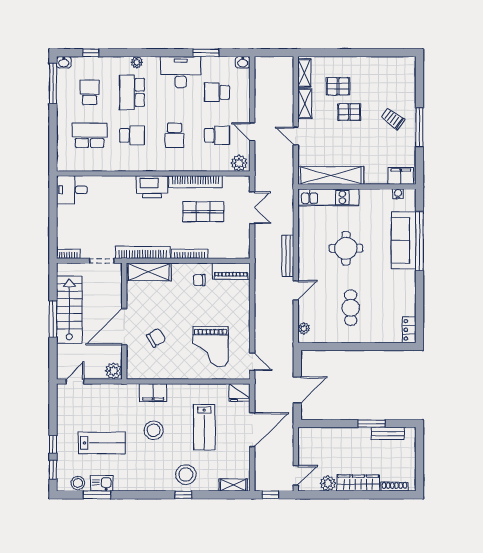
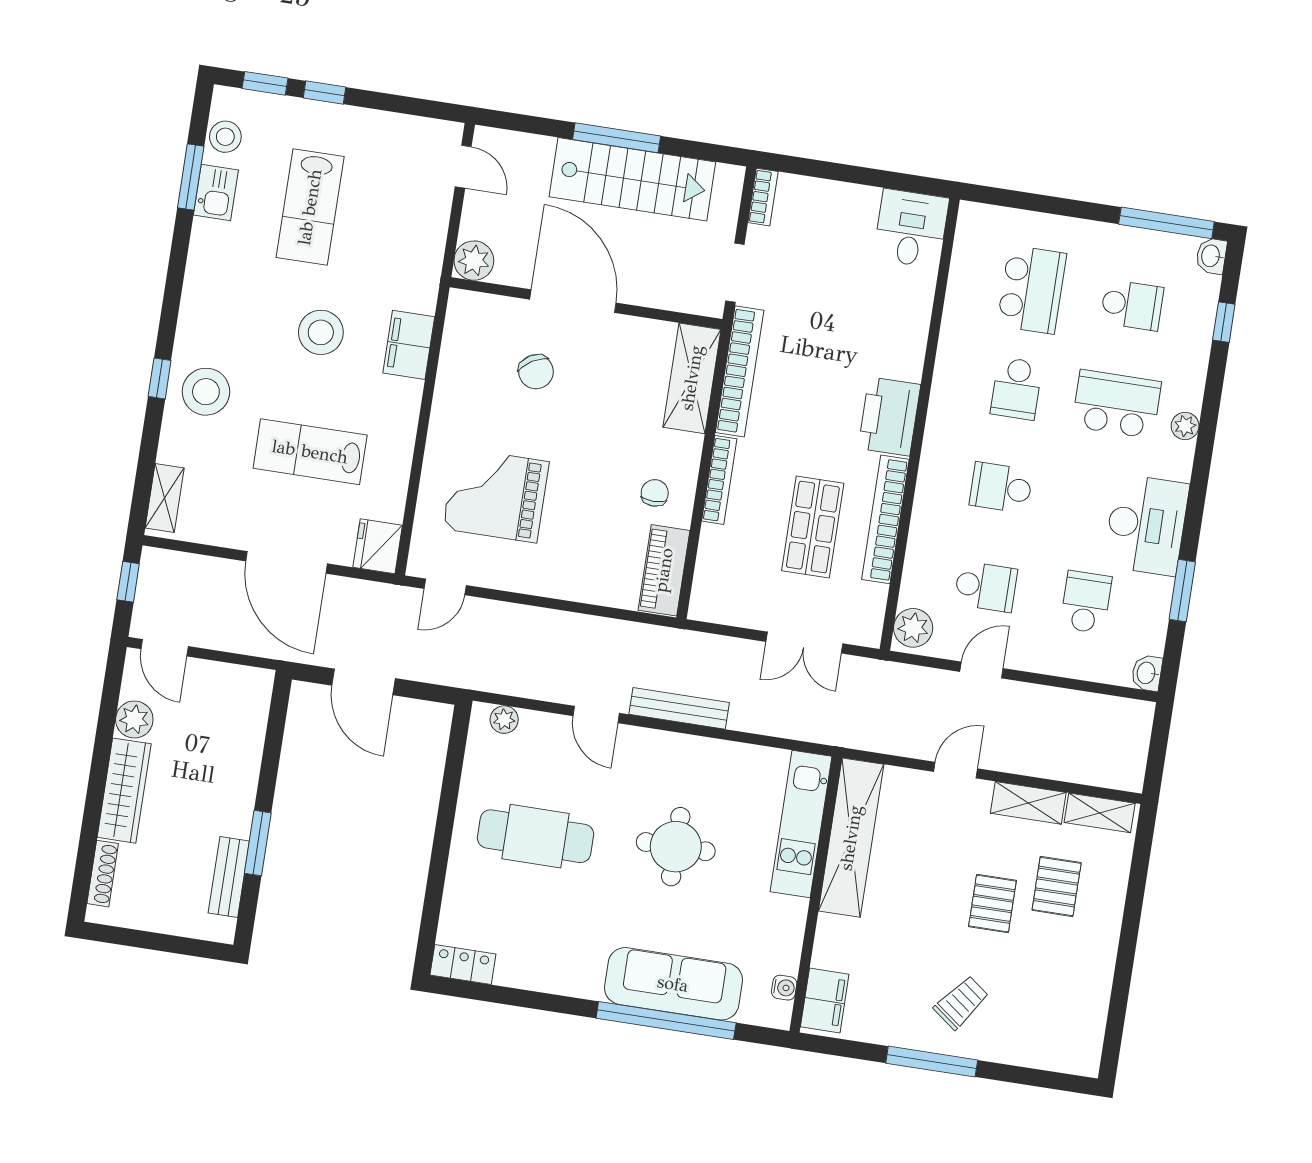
school desk: (217, 135) -> (986, 587), turned -90
cafe table: (351, 308) -> (536, 836), width x1.37, depth x1.35

